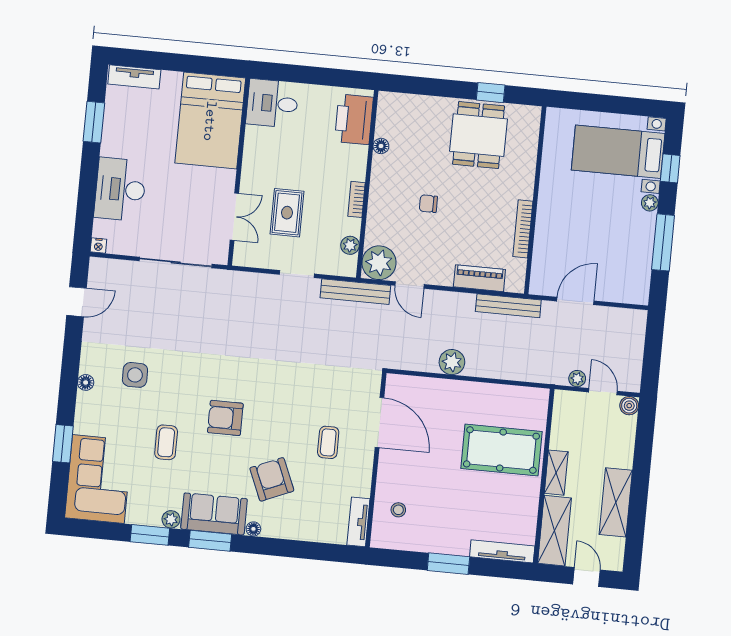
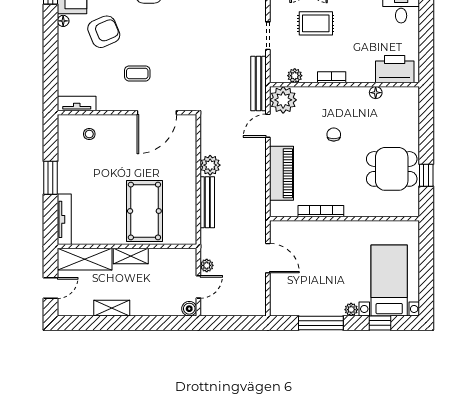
piano: (479, 278) -> (282, 173), width x1.37, depth x1.33
bench: (508, 306) -> (207, 202), moved
shelving: (616, 502) -> (112, 308), width x0.67, depth x0.75

